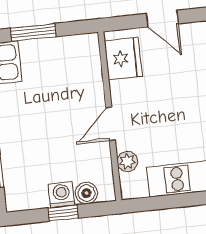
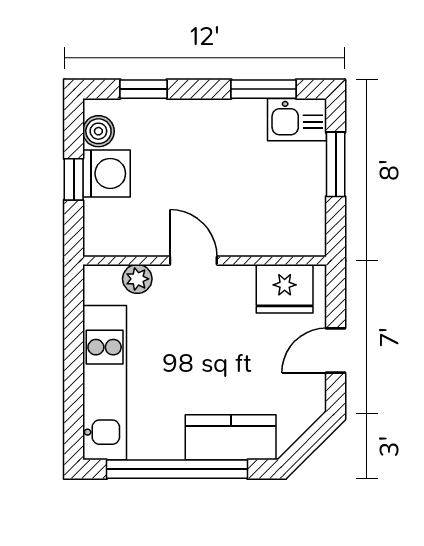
boiler: (86, 193) -> (98, 131), moved
washing machine: (62, 195) -> (106, 173), width x1.38, depth x1.38

